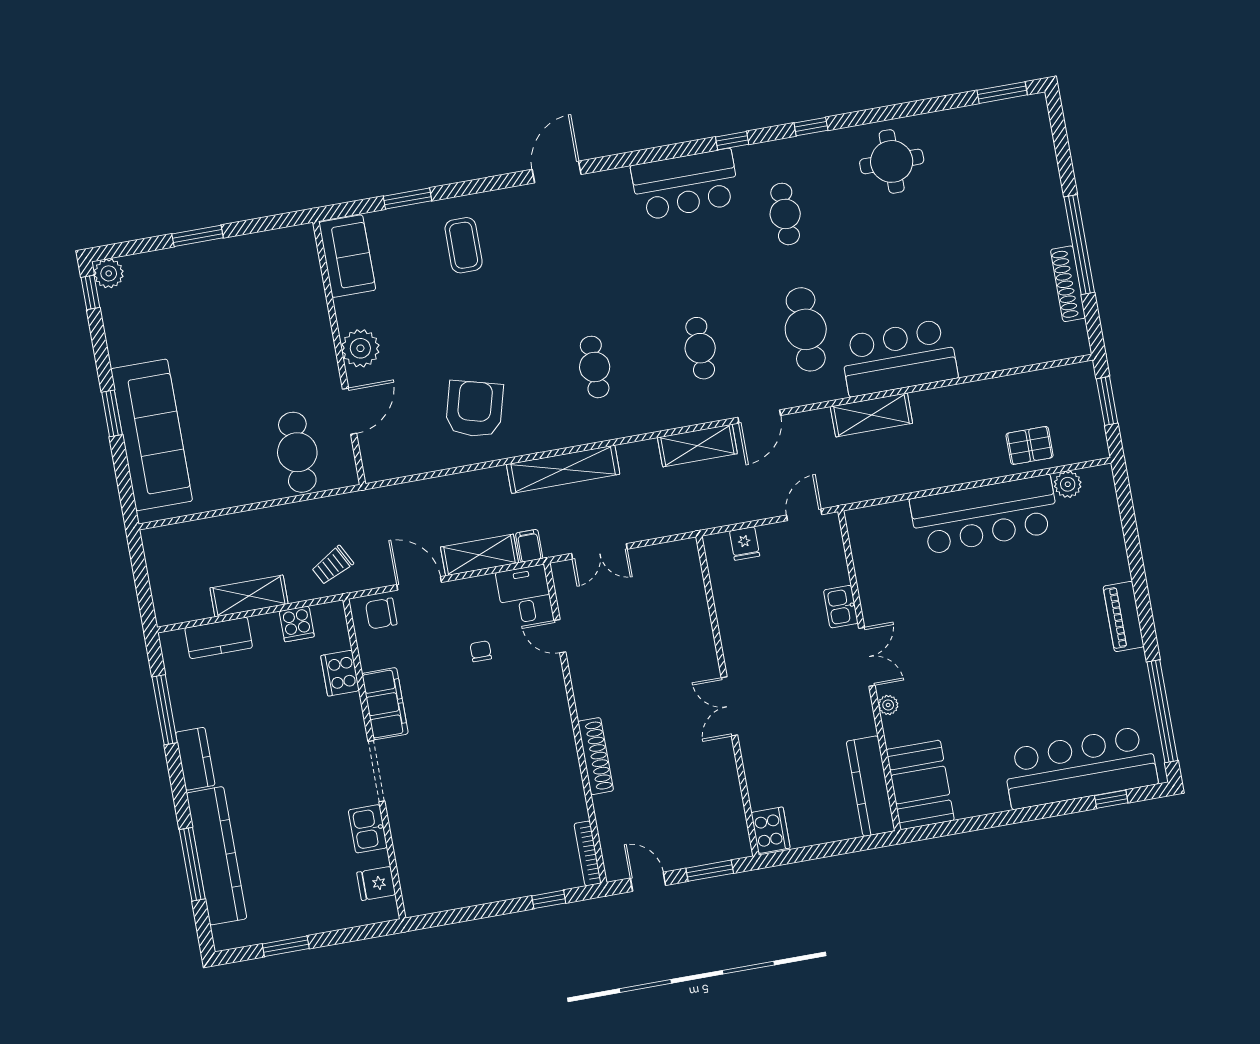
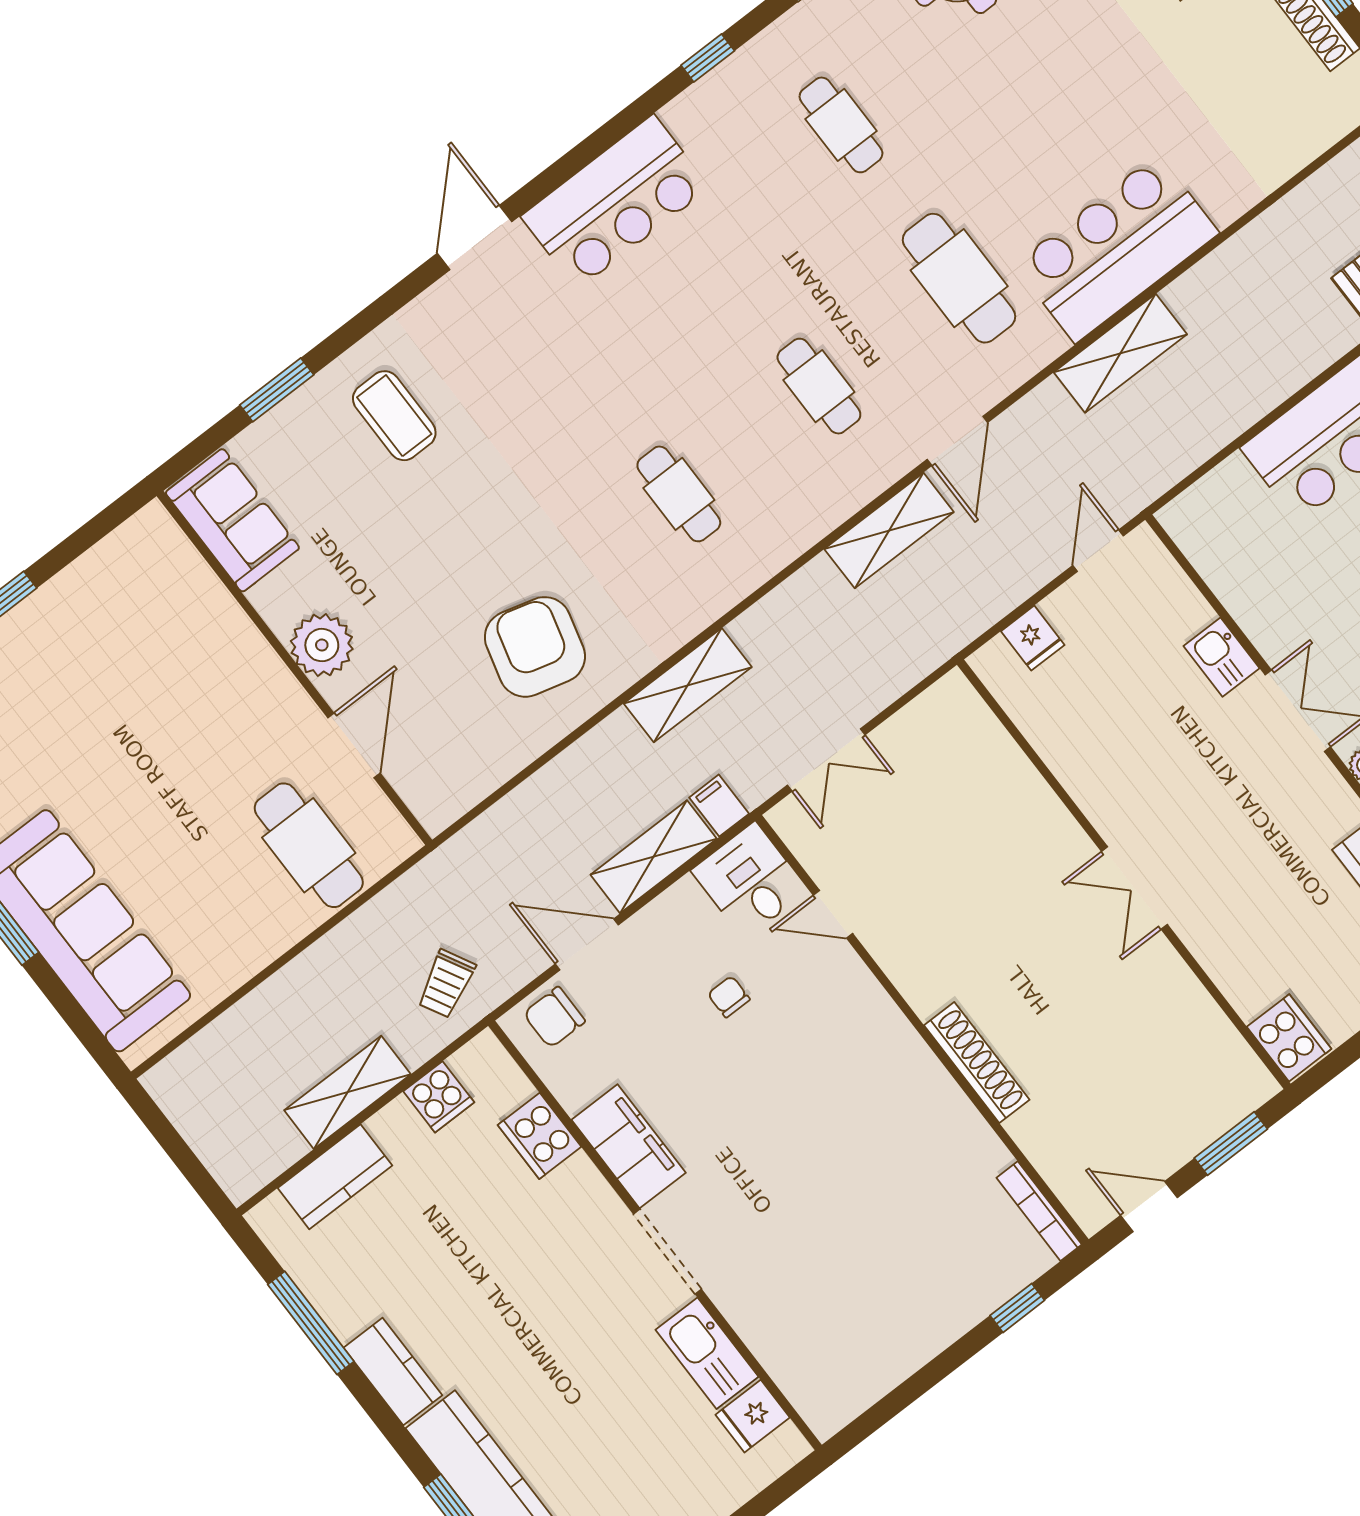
bar counter: (685, 185) -> (615, 202), moved
shelving: (563, 469) -> (688, 685), width x0.68
kitchen sink: (368, 829) -> (707, 1353), width x1.38

